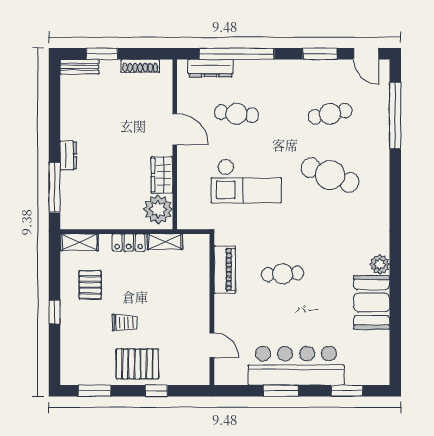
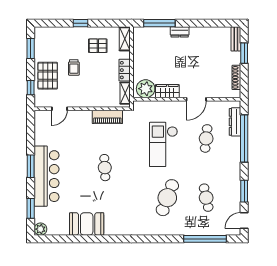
plant: (380, 264) -> (40, 229), moved
piano: (225, 270) -> (107, 117), moved
wall: (212, 309) -> (82, 109), moved
door: (212, 345) -> (59, 109), moved

